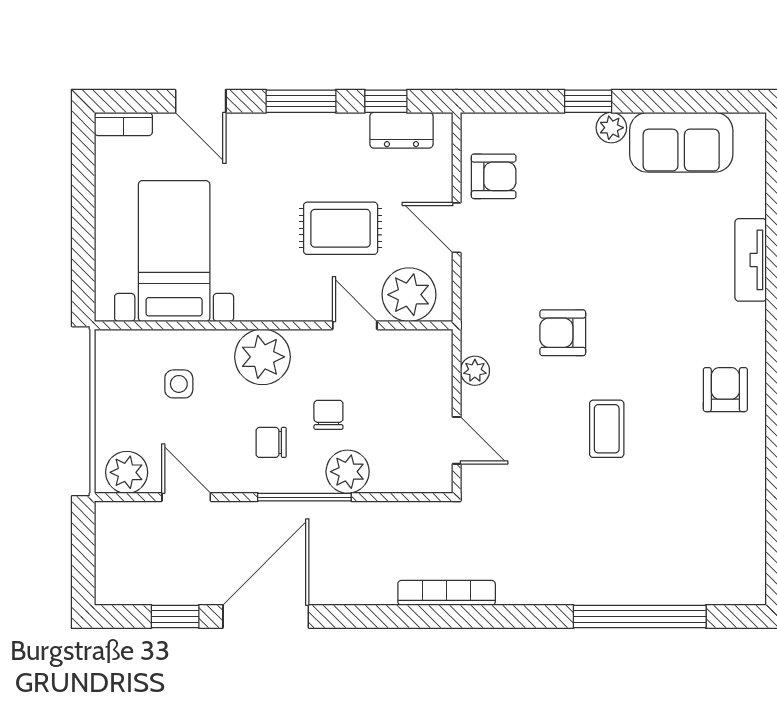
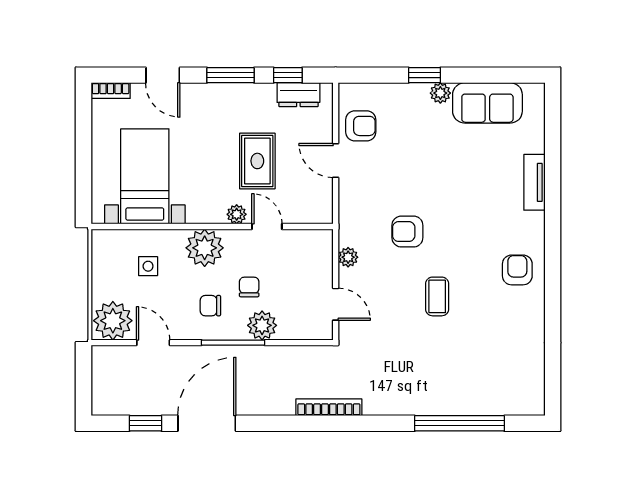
rug: (341, 228) -> (257, 161), turned 90
plant: (409, 295) -> (237, 214), moved, width x0.53, depth x0.53
plant: (127, 472) -> (113, 321), width x1.36, depth x1.36

